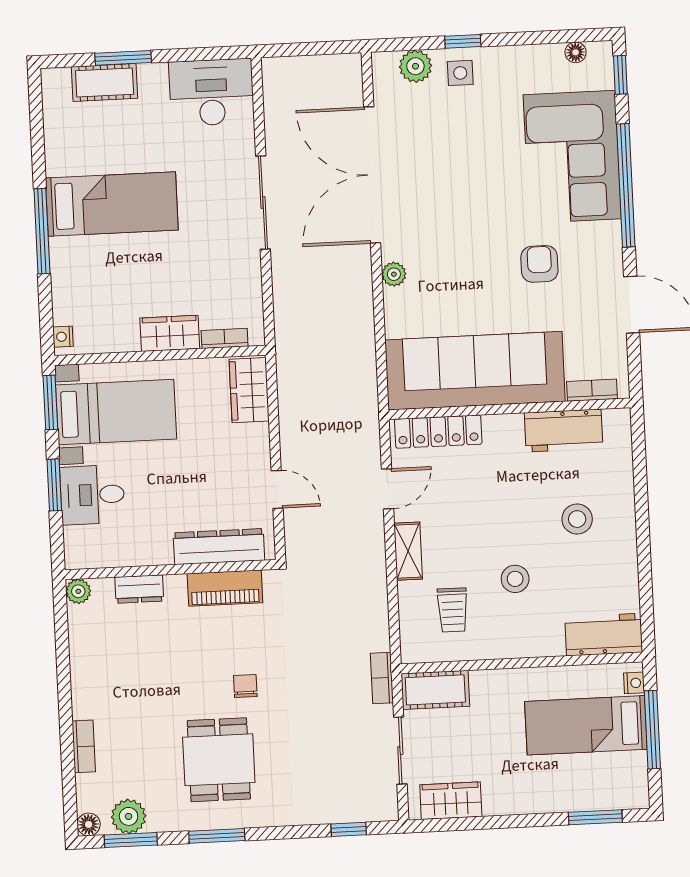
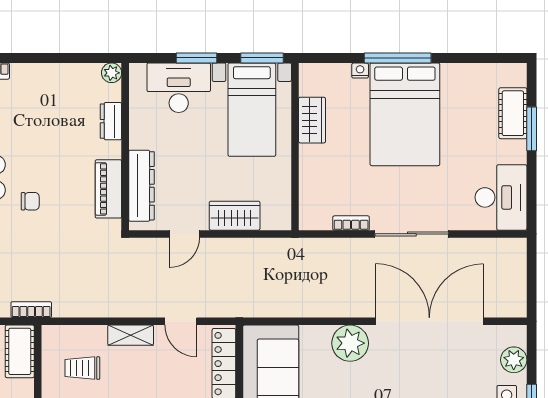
bed: (112, 204) -> (405, 114), width x1.50
plant: (394, 274) -> (350, 343), width x1.88, depth x1.88
wardrobe: (170, 333) -> (312, 120), moved
nightstand: (63, 337) -> (360, 71), moved
bookcase: (225, 338) -> (351, 223), moved, turned -90
wardrobe: (249, 390) -> (235, 216), moved
desk: (92, 495) -> (179, 88), width x1.37

